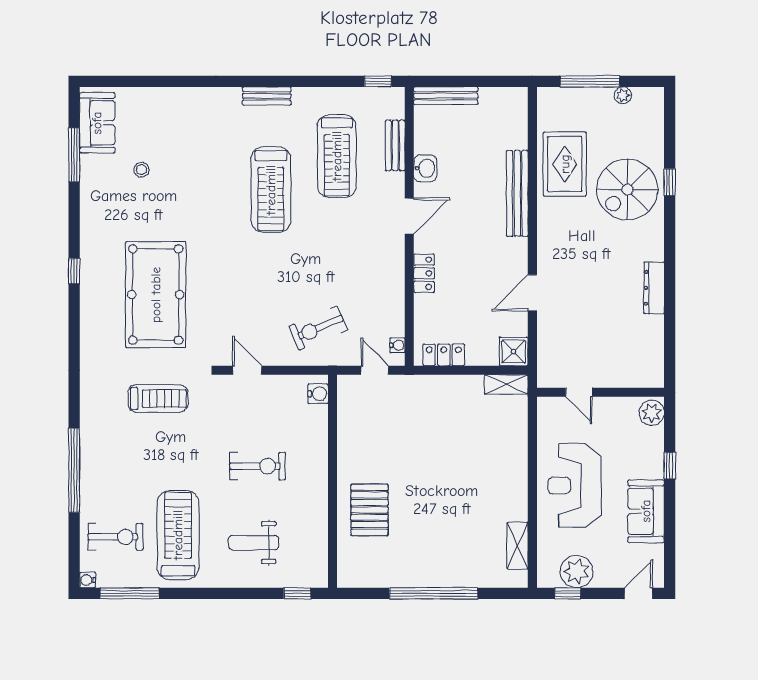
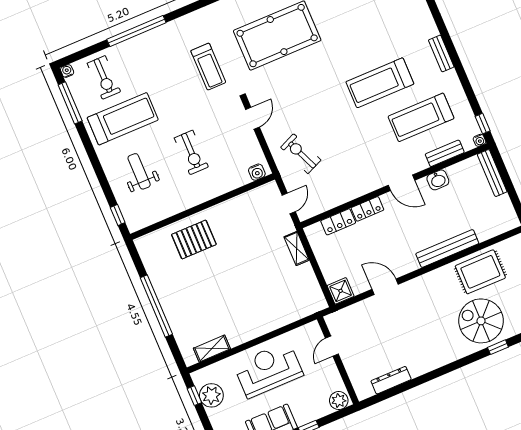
dresser: (654, 288) -> (391, 380), moved
water cooler: (397, 345) -> (479, 140), moved
locker: (444, 355) -> (338, 222), moved, turned 90
shelving: (506, 384) -> (297, 248), moved

